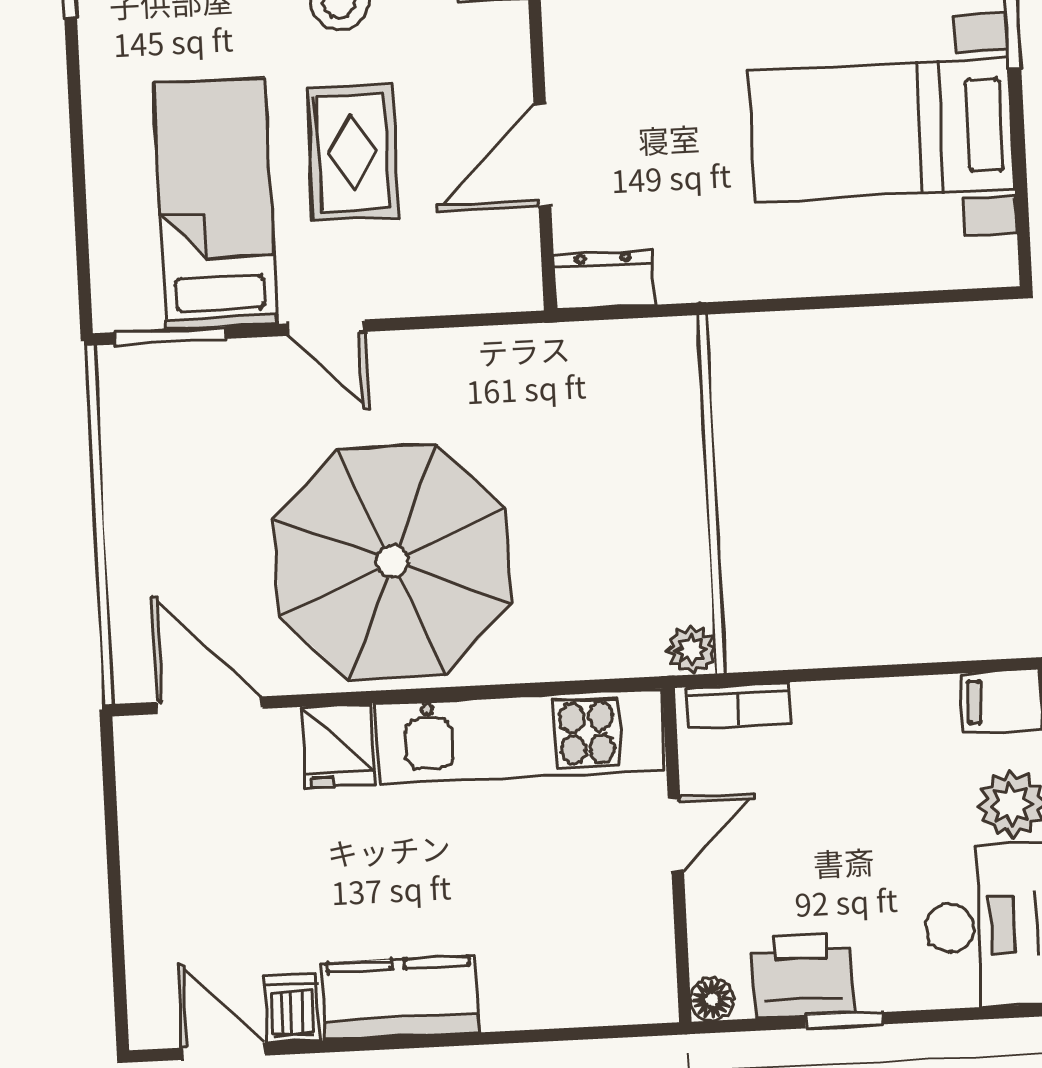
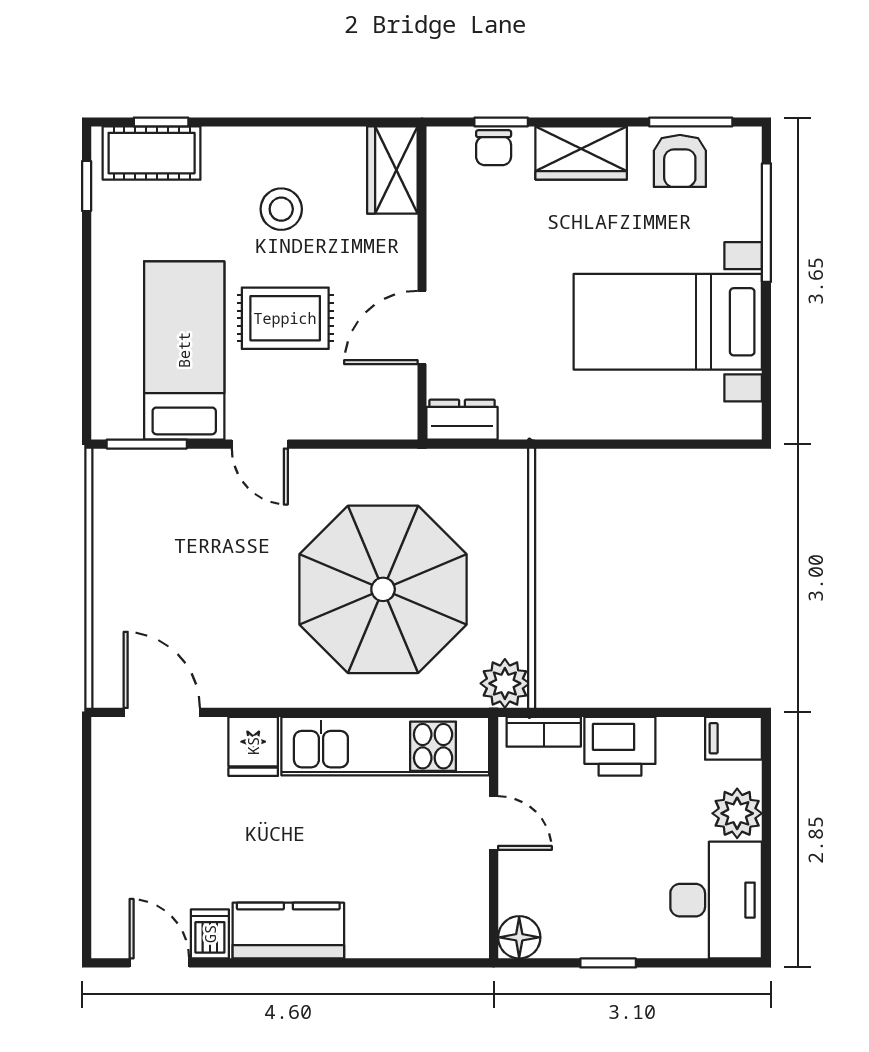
rug: (353, 152) -> (285, 318), turned 90
parasol: (392, 562) -> (383, 589), moved
plant: (691, 650) -> (505, 683), width x1.38, depth x1.38
door: (676, 835) -> (494, 823), hinge flipped
printer: (802, 975) -> (620, 746), moved, turned 180
floor lamp: (712, 999) -> (519, 937), width x1.37, depth x1.37

